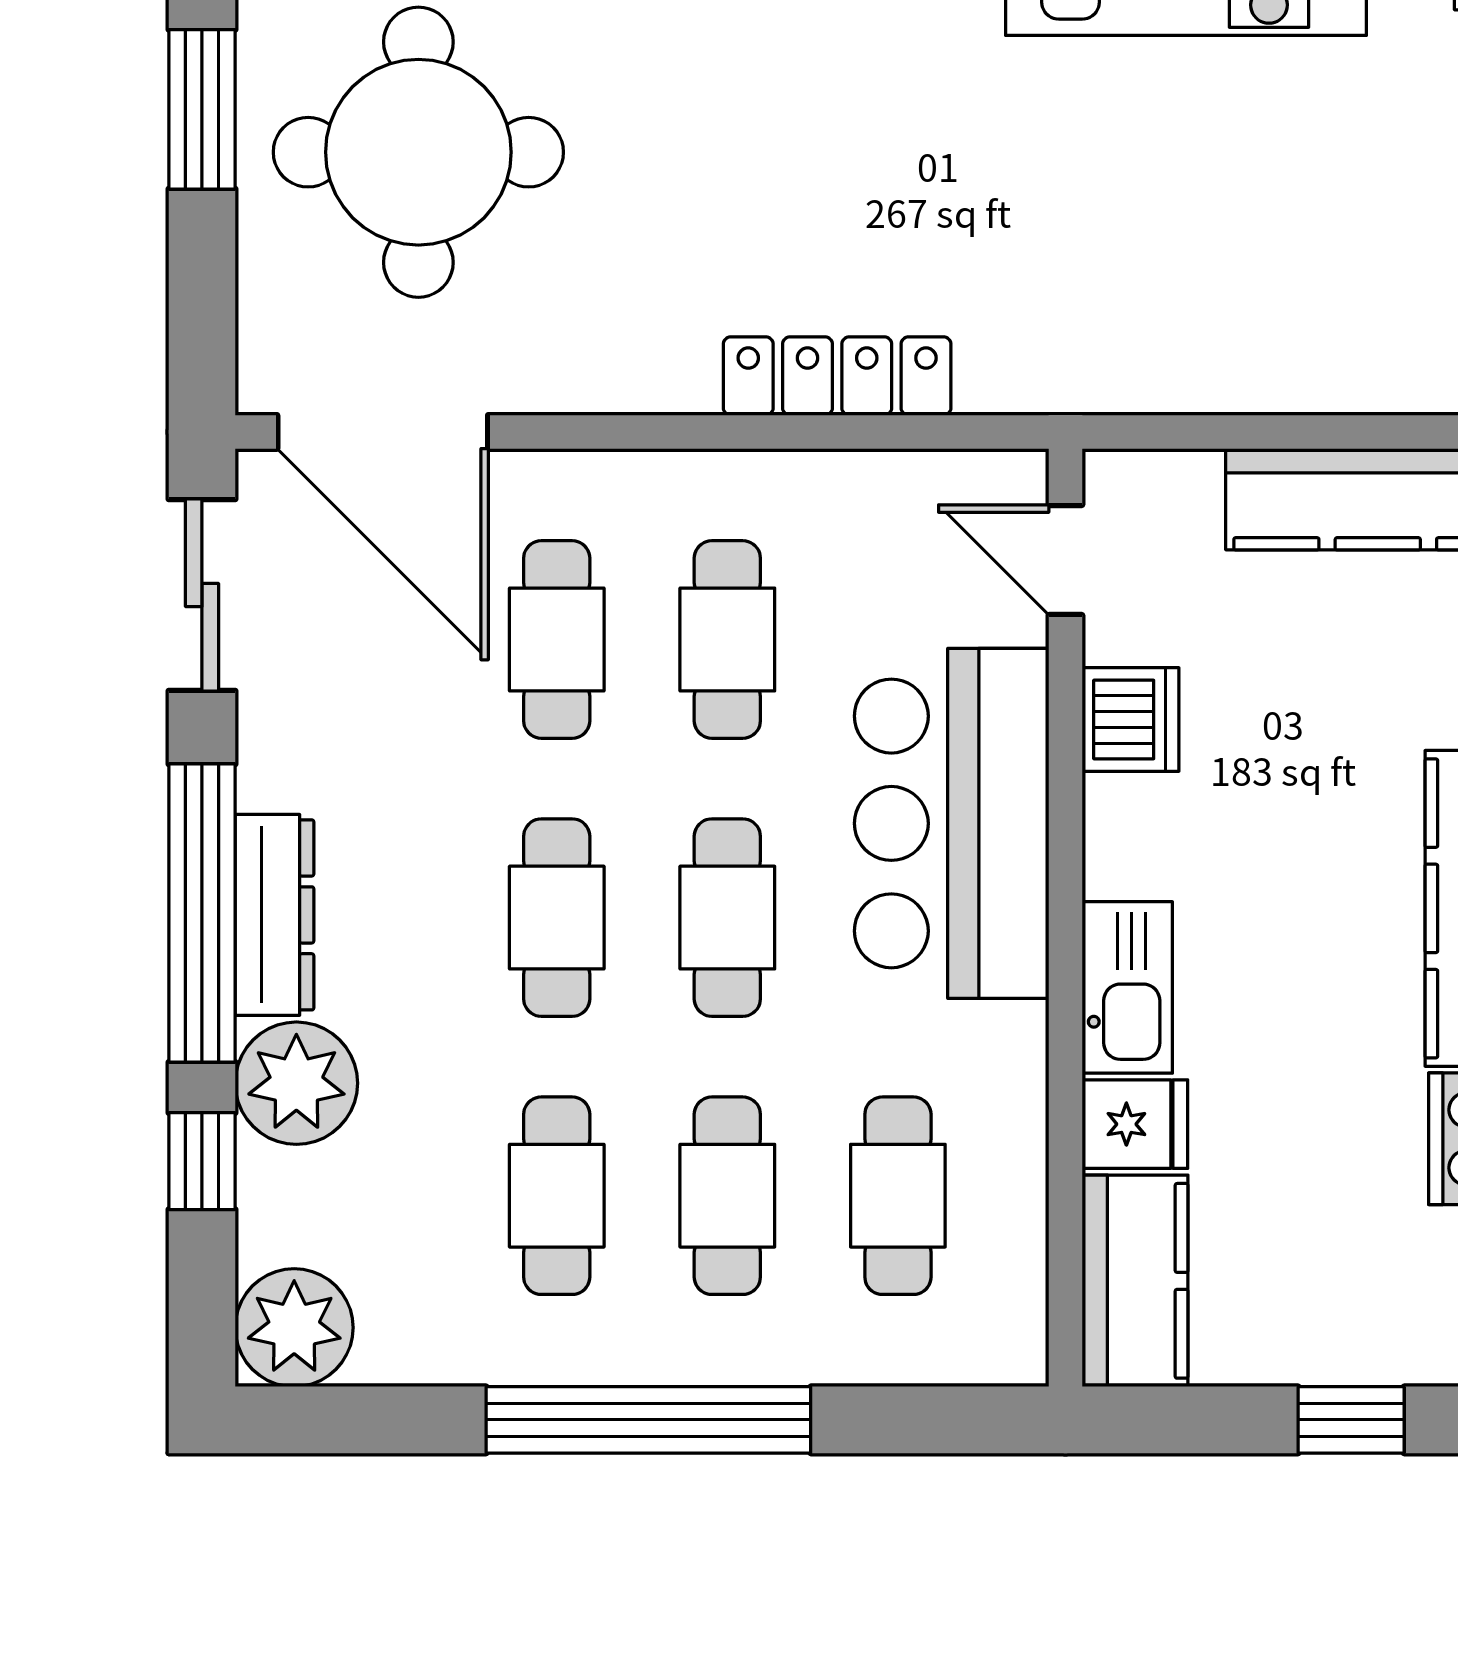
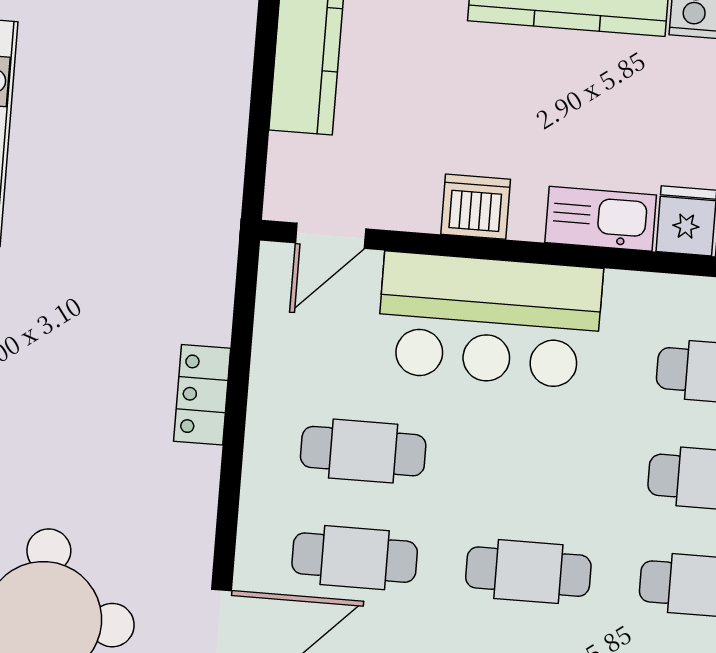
locker: (837, 376) -> (202, 395), width x0.66
dishwasher: (1130, 720) -> (476, 207), moved
cafe table: (727, 918) -> (537, 465), removed

